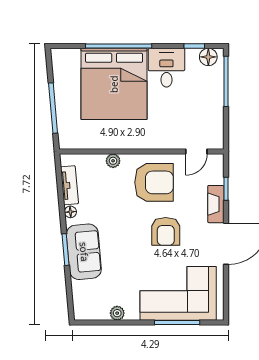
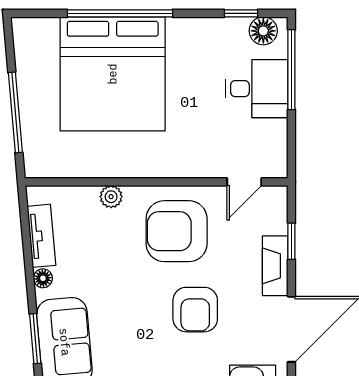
desk: (166, 68) -> (257, 89), moved, turned 90
armchair: (154, 182) -> (177, 231), turned 180

